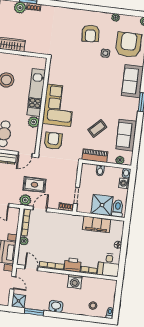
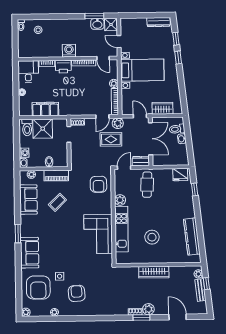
corner sofa: (59, 105) -> (98, 234), moved
washing machine: (75, 282) -> (69, 51), moved
washbasin: (56, 306) -> (97, 24), moved

